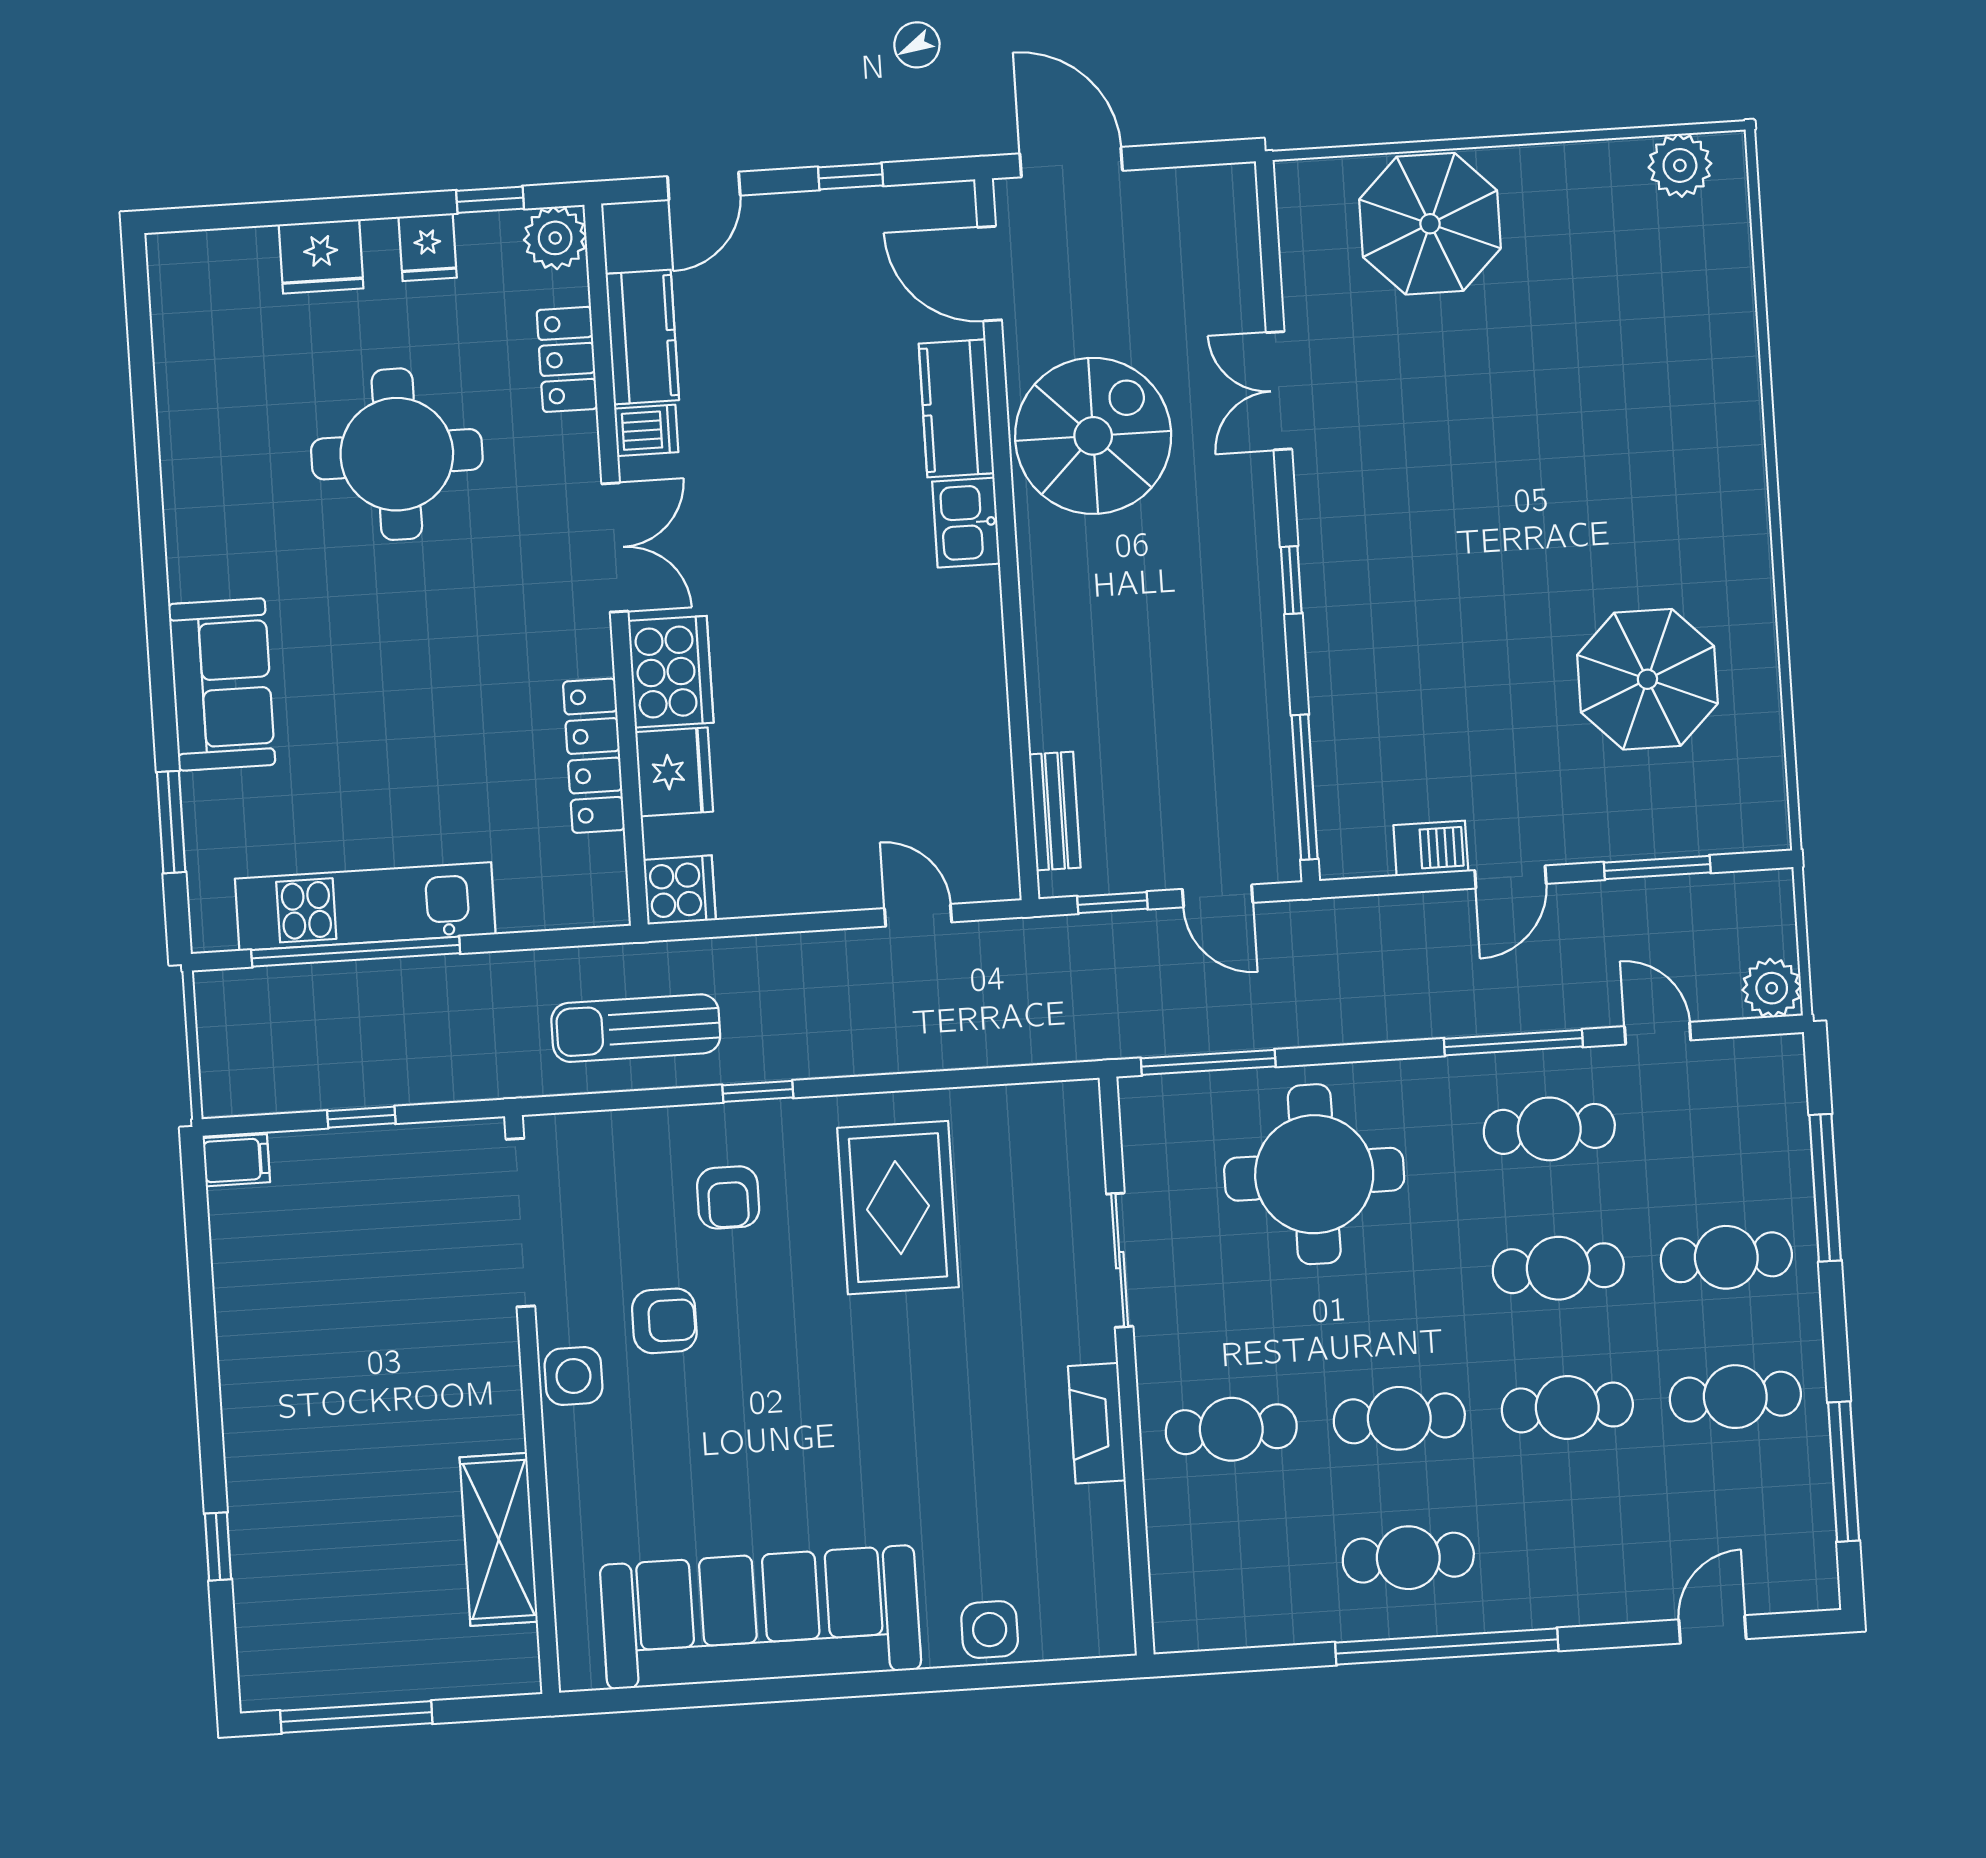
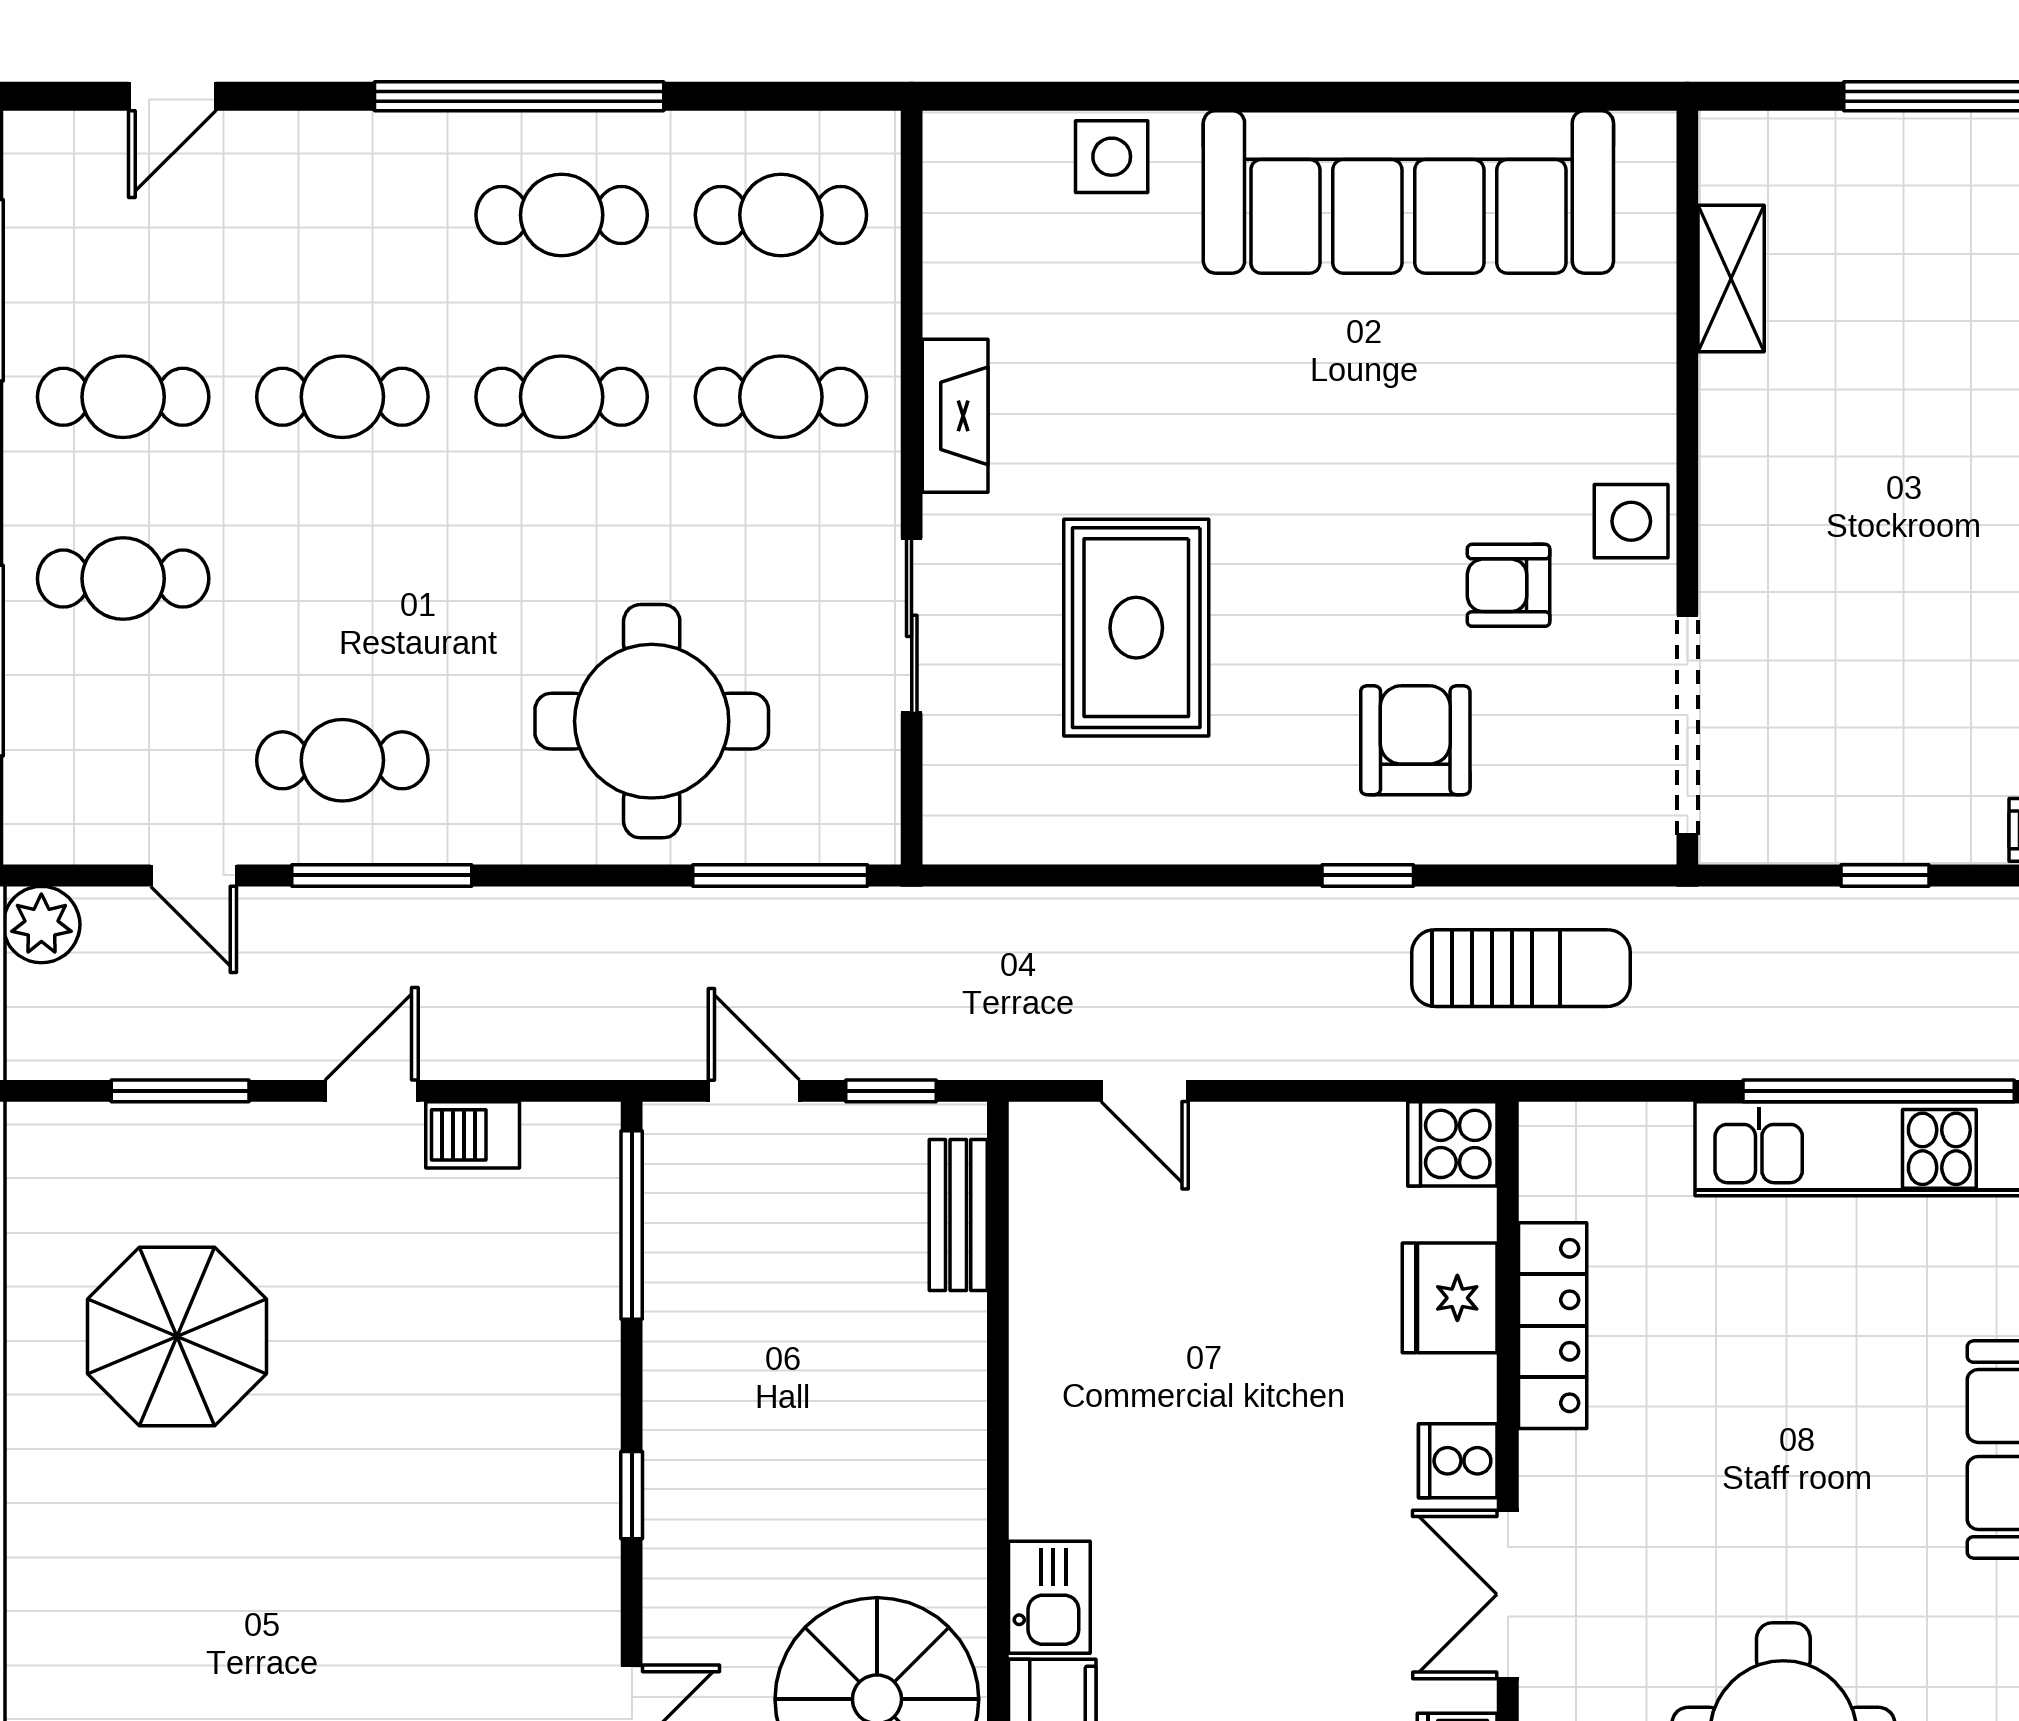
cooker: (671, 672) -> (1458, 1461), width x0.53, depth x0.76
armchair: (728, 1197) -> (1415, 740), width x1.38, depth x1.38
rug: (898, 1208) -> (1136, 628), moved
cafe table: (1558, 1268) -> (781, 215), moved
shelving: (499, 1539) -> (1731, 278), width x0.67, depth x0.75

